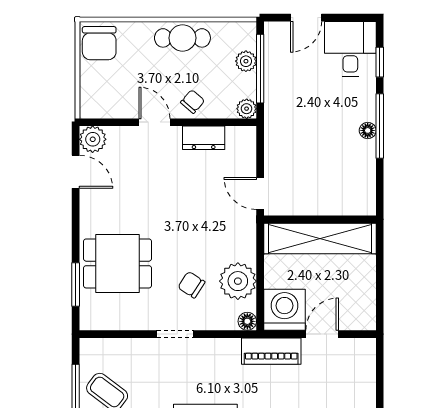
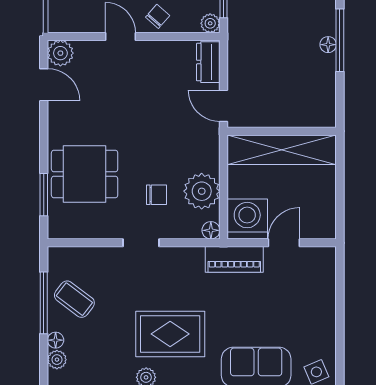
dresser: (204, 138) -> (208, 62), moved, turned 90
chair: (191, 285) -> (157, 195), turned 147

